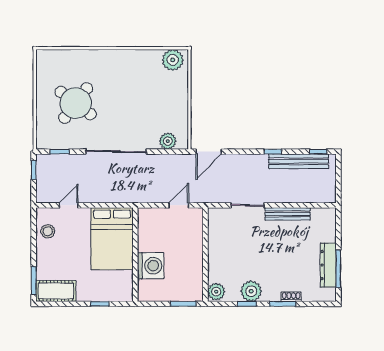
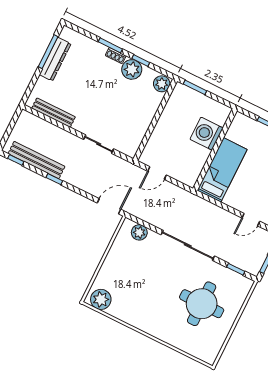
round table: (76, 103) -> (202, 304), turned -37
bench: (288, 214) -> (54, 113), moved
bed: (112, 239) -> (222, 170), width x0.67
shoe rack: (291, 297) -> (116, 56), moved

